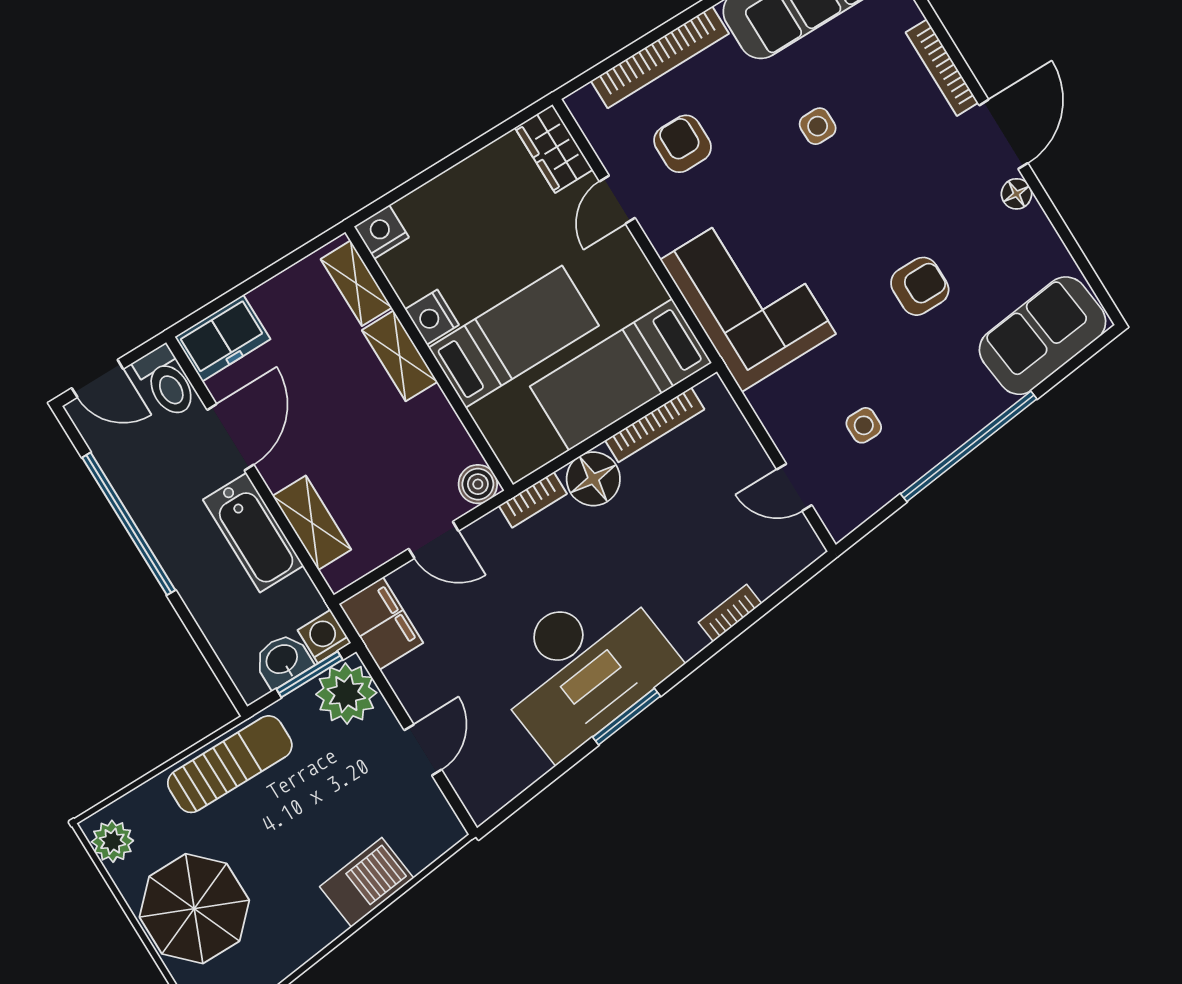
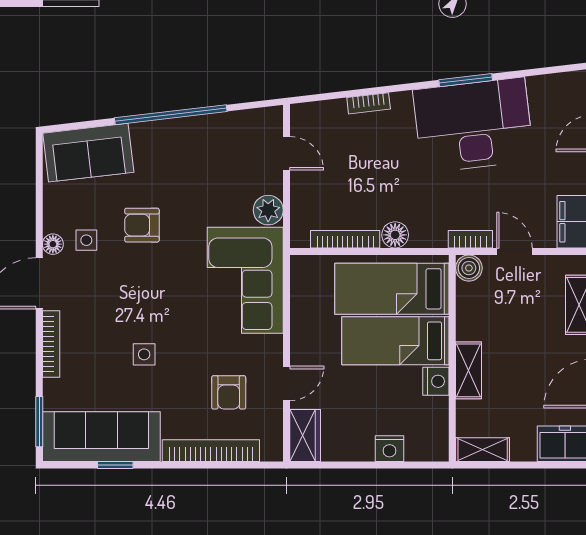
nightstand: (381, 232) -> (389, 449), moved
shelving: (356, 283) -> (483, 450), moved, turned 90
bed: (621, 375) -> (392, 289), moved, turned 180
plant: (773, 402) -> (268, 210), added
side table: (864, 425) -> (86, 240), moved
floor lamp: (593, 479) -> (395, 235), width x0.73, depth x0.73
bookcase: (533, 500) -> (470, 239), moved

